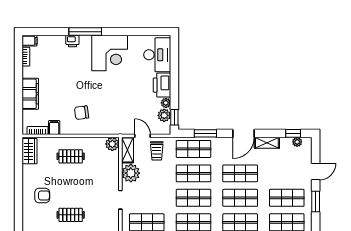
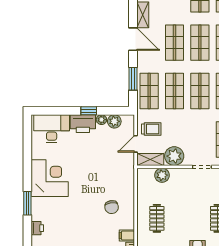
window: (85, 32) -> (27, 203), width x0.69
printer: (72, 41) -> (37, 228), moved
window: (174, 117) -> (89, 111), moved
plant: (112, 144) -> (162, 175), moved

